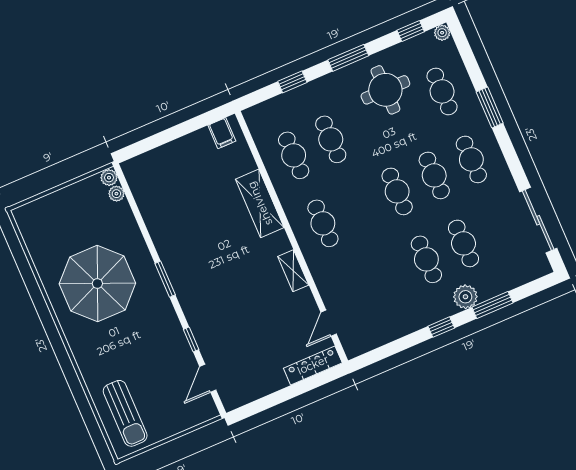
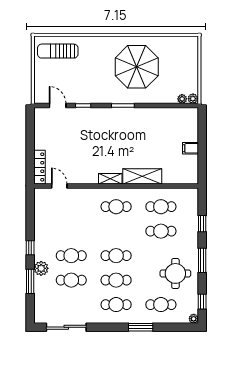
filing cabinet: (222, 133) -> (191, 148), moved
shelving: (293, 271) -> (110, 179), moved

